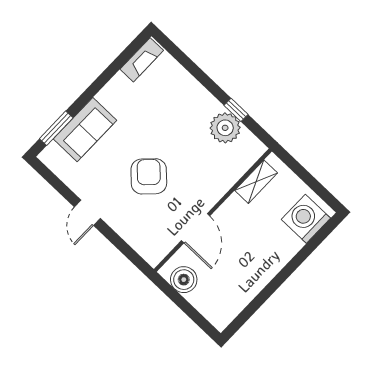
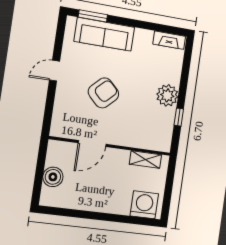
plant: (225, 128) -> (167, 95), moved
sofa: (85, 130) -> (104, 34), width x1.36
boiler: (184, 280) -> (53, 177), moved

